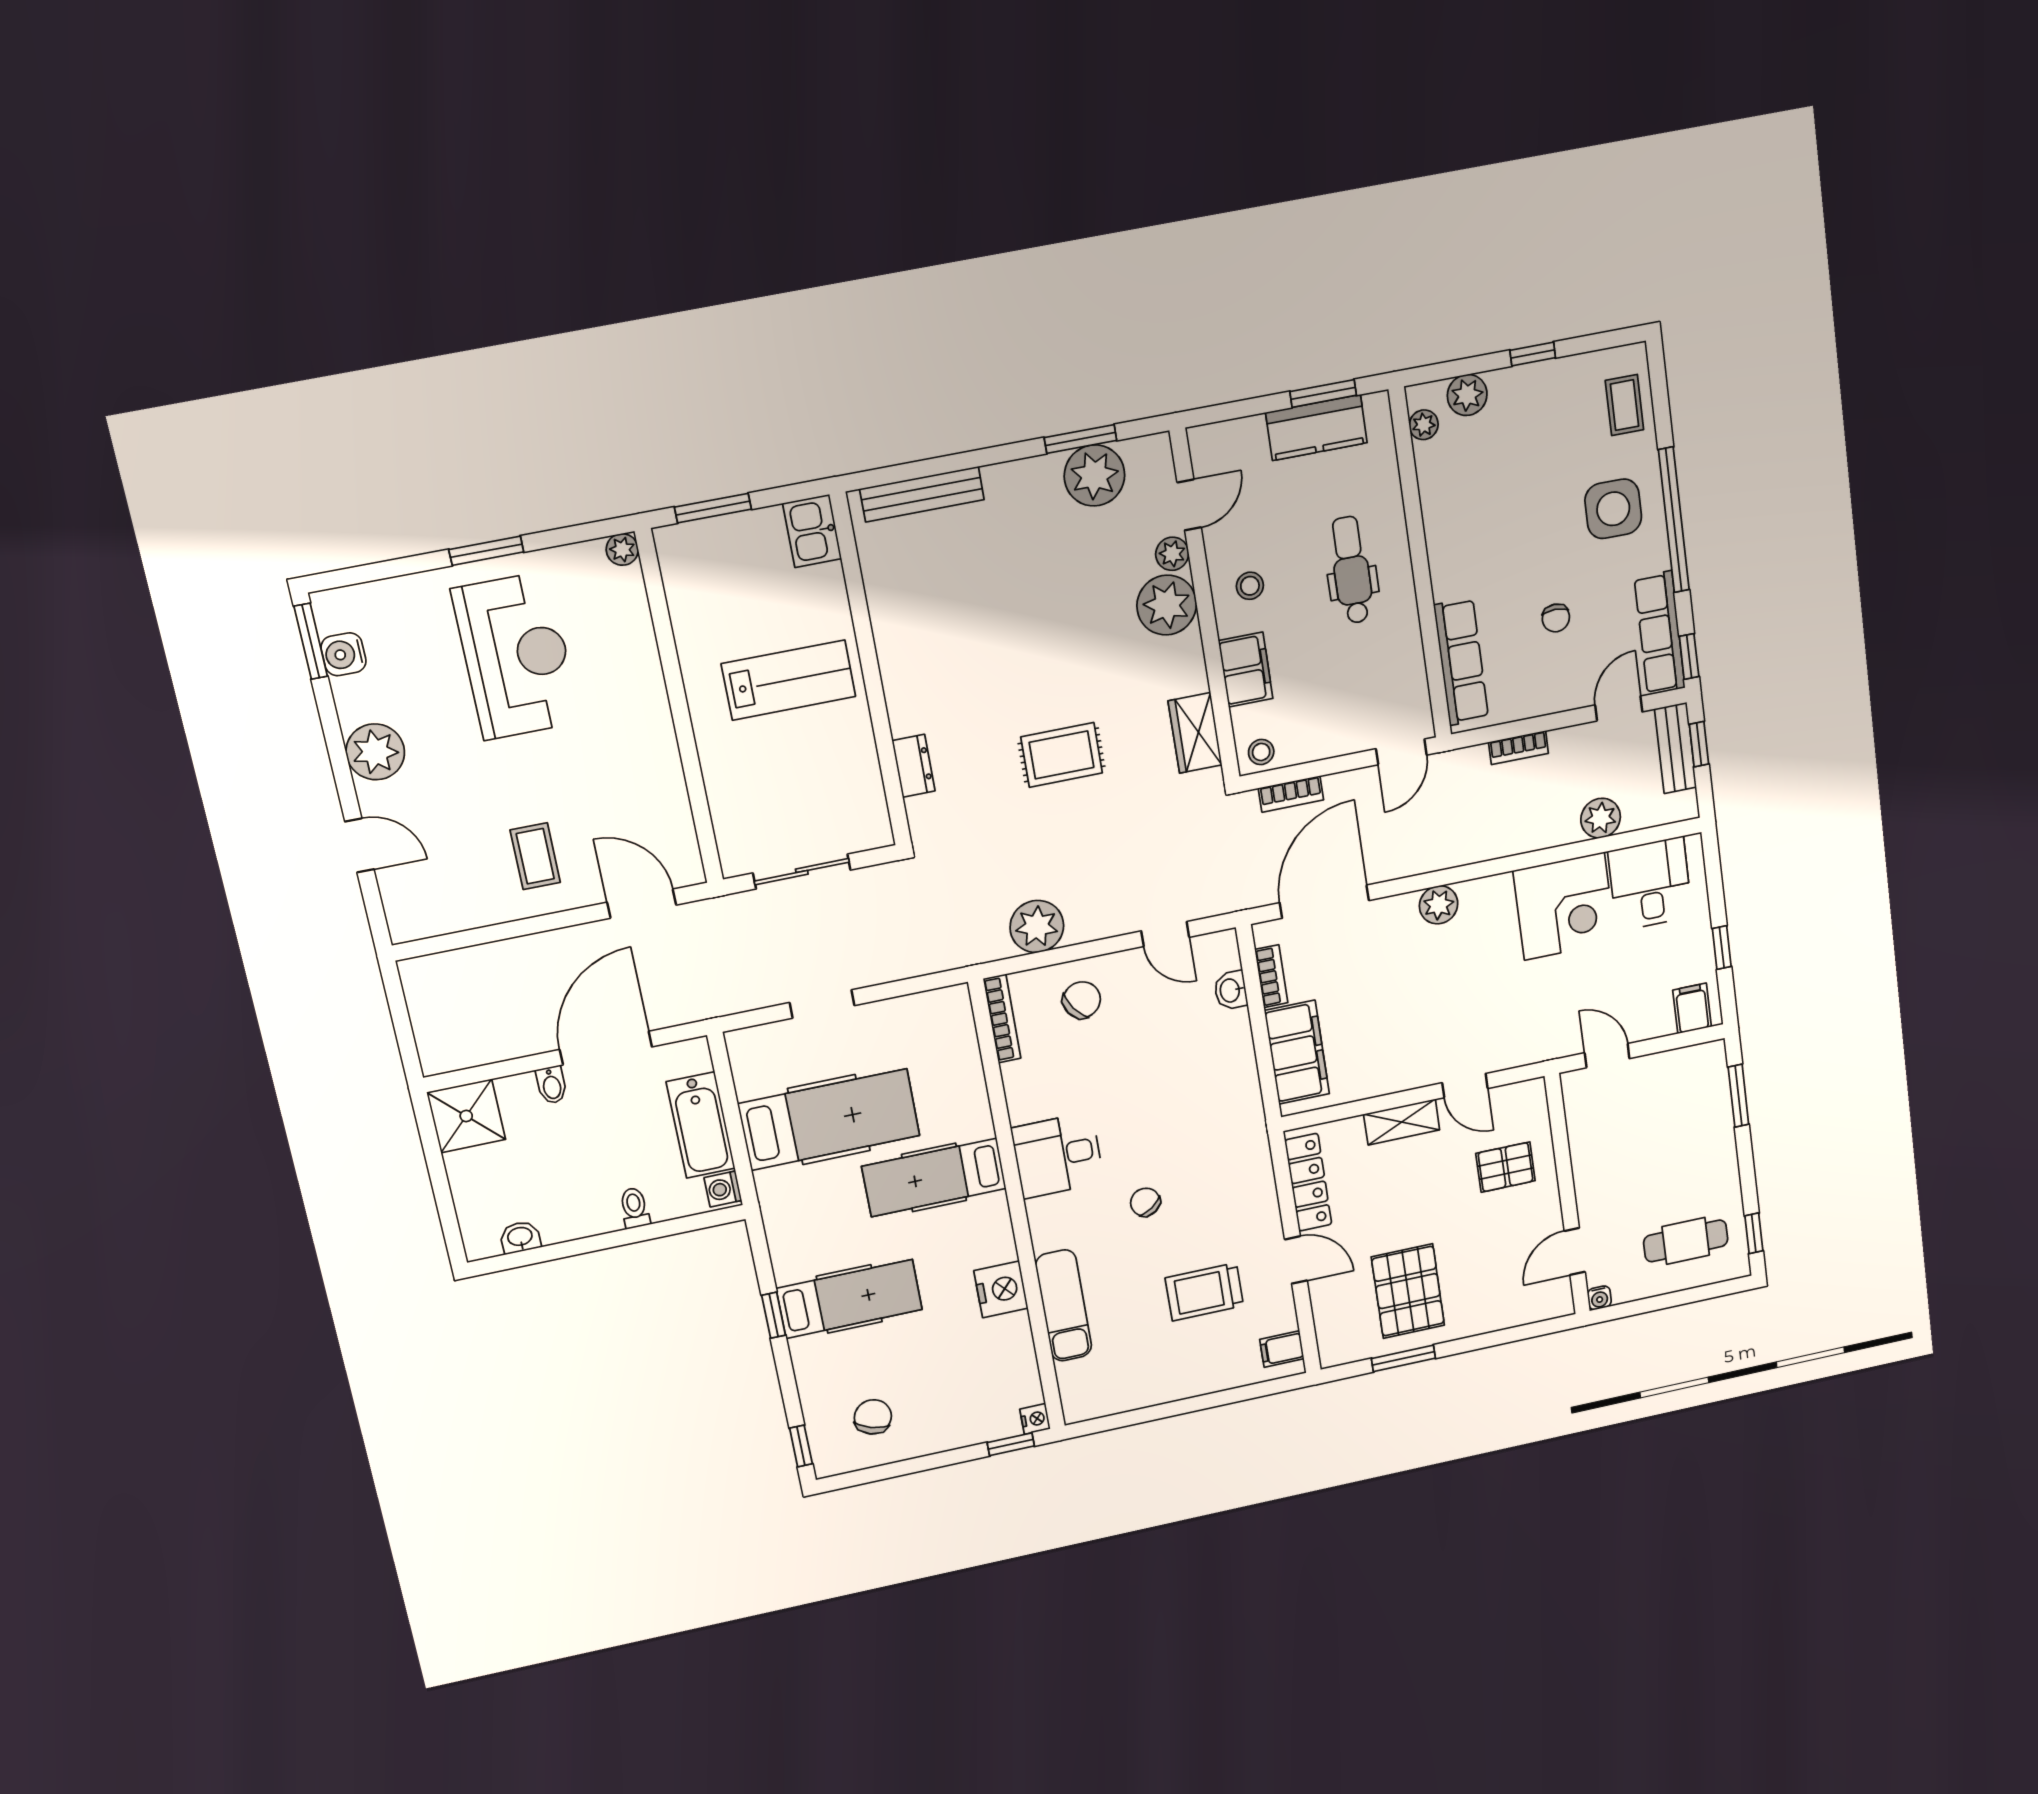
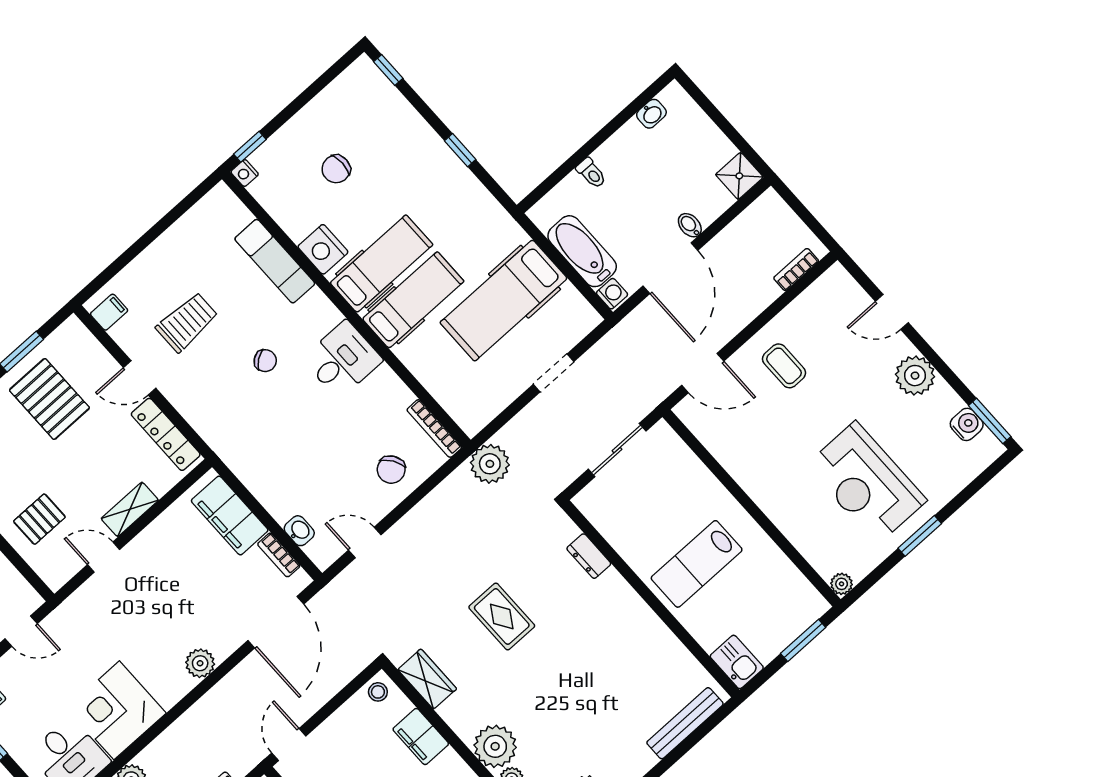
rug: (1062, 755) -> (502, 616), turned 90
bookcase: (1291, 794) -> (796, 270), moved
plant: (1037, 926) -> (490, 464), moved
shower: (466, 1116) -> (739, 176), width x0.73, depth x0.73
washing machine: (723, 1189) -> (612, 294), moved
hospital bed: (849, 1299) -> (381, 264), moved, turned 180
chair: (873, 1417) -> (336, 169), moved, turned 71

